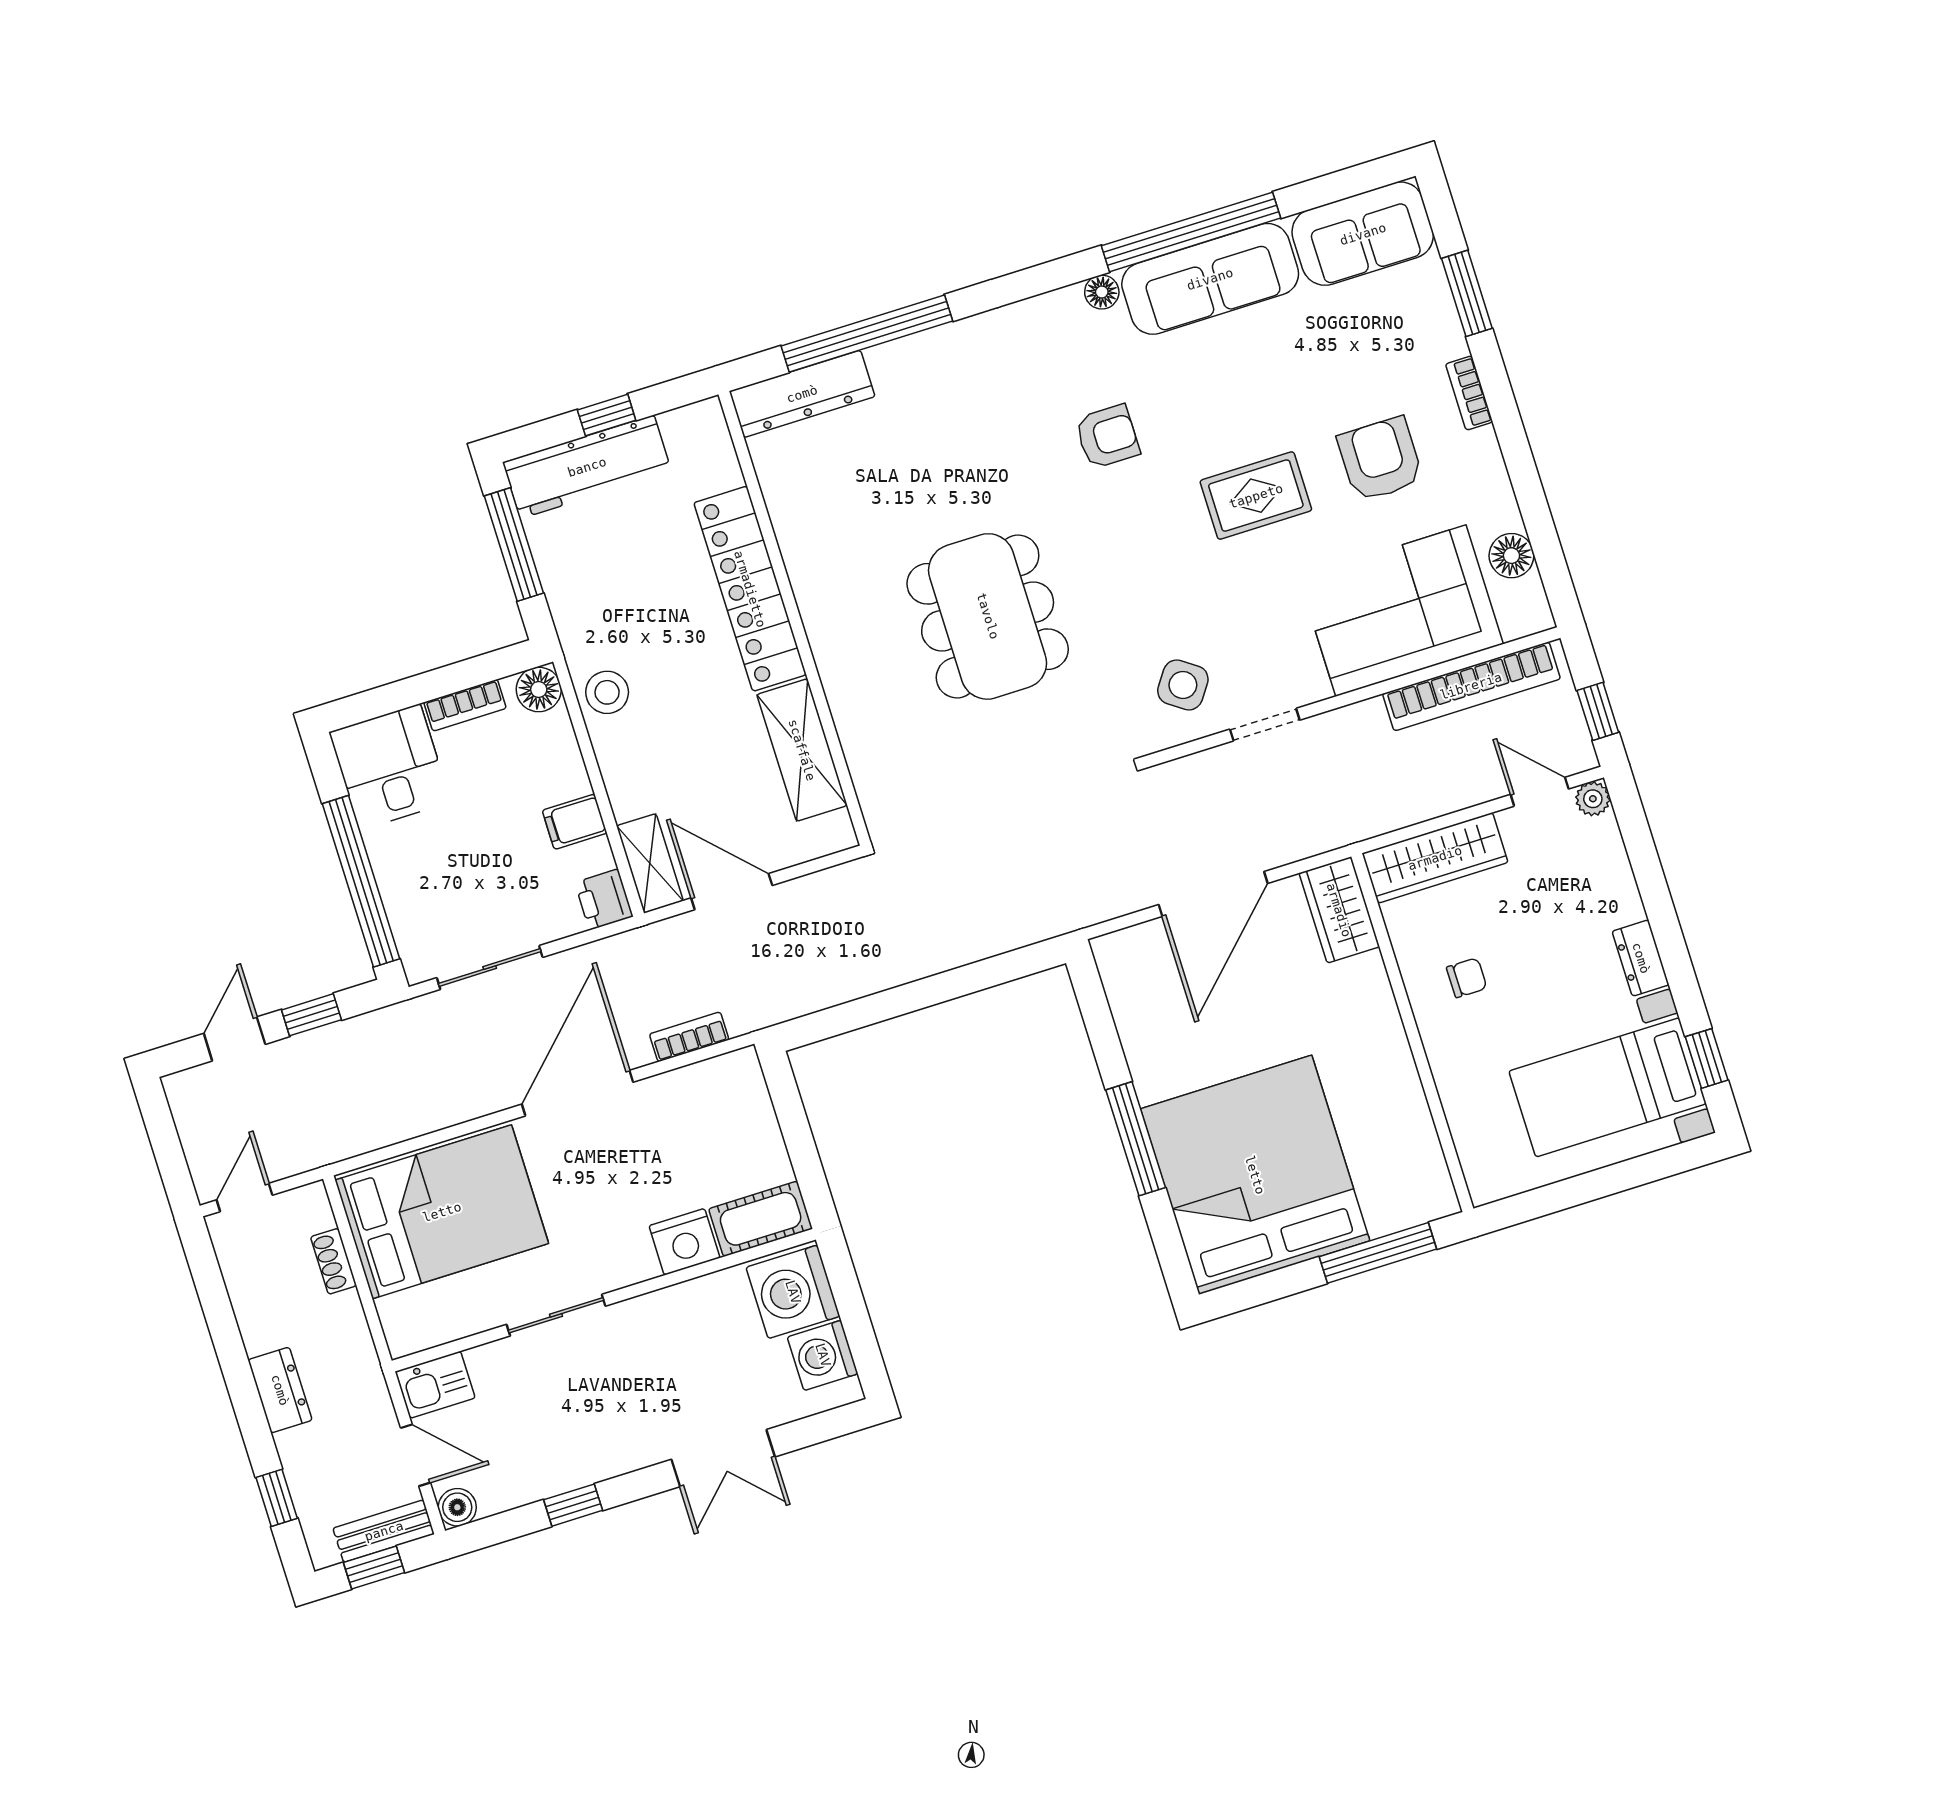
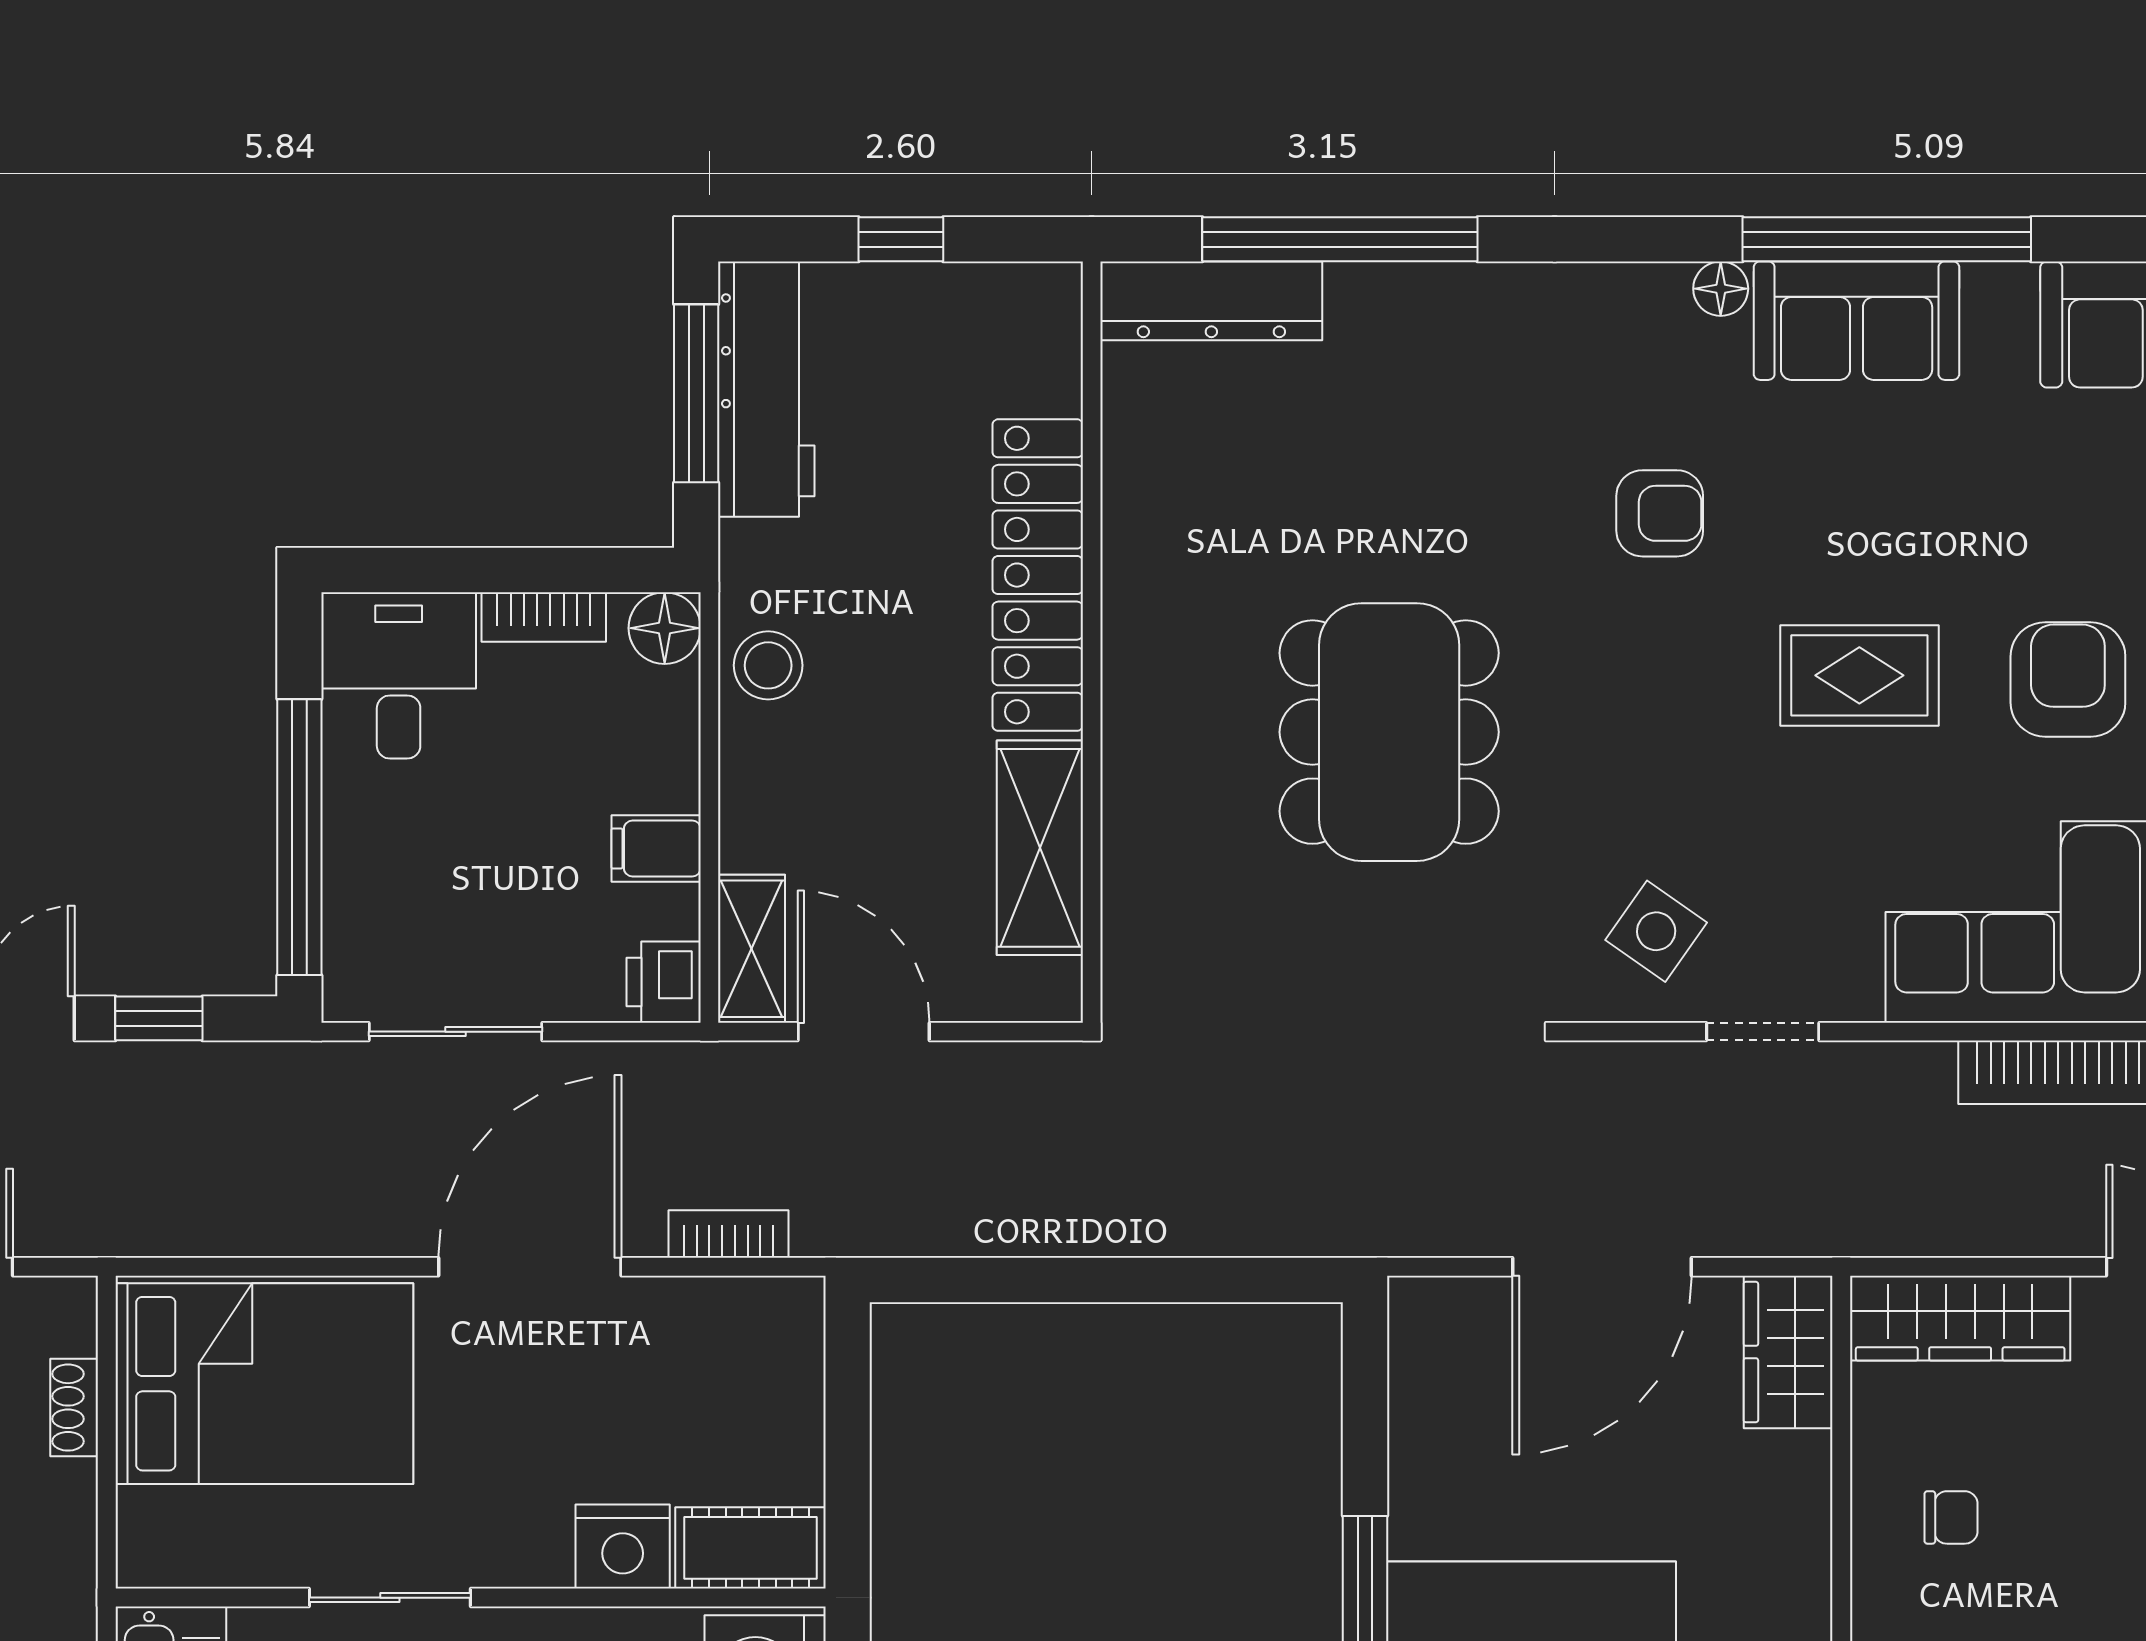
sofa: (1210, 279) -> (1857, 321), width x0.73
workbench: (587, 467) -> (766, 389), moved, turned -90

